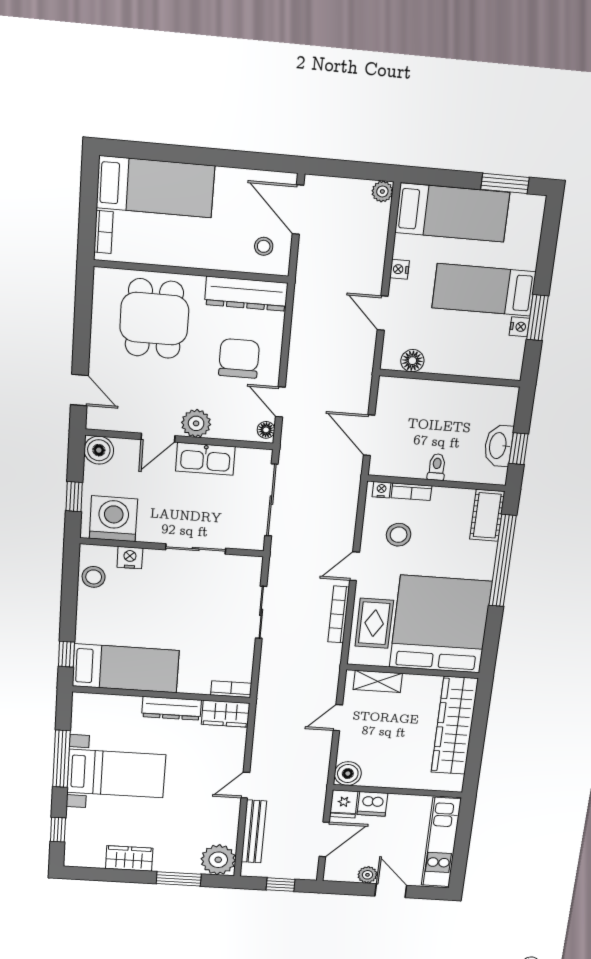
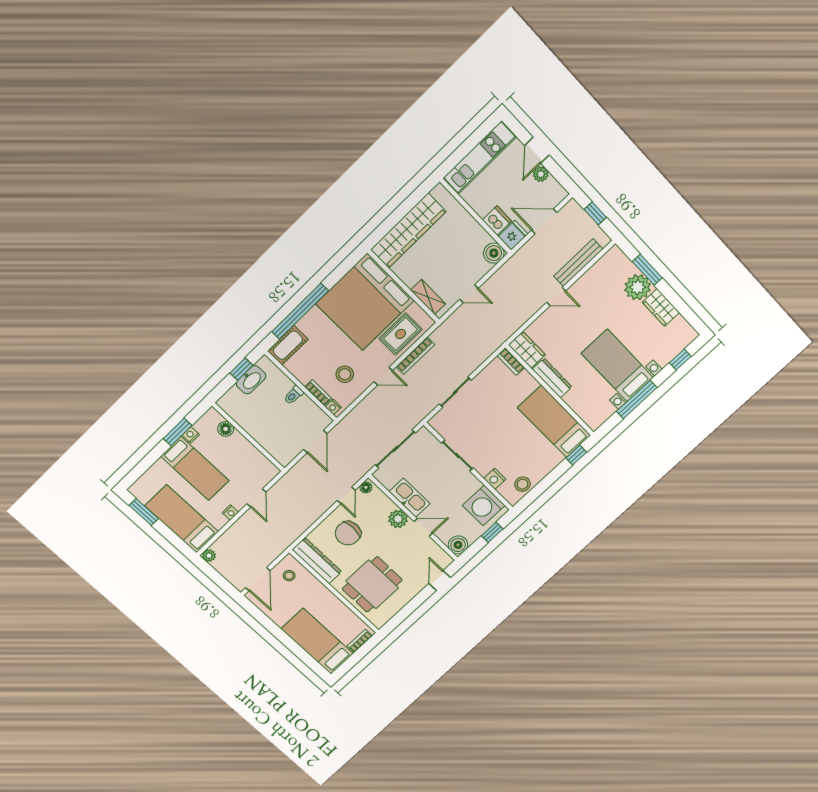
floor lamp: (412, 361) -> (226, 429), moved
plant: (218, 860) -> (638, 287), moved

